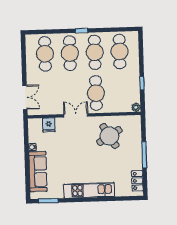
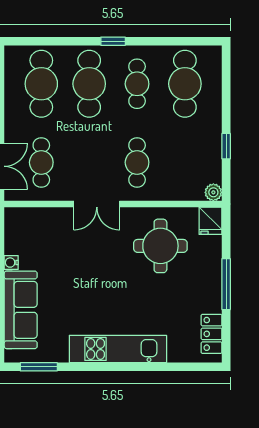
cafe table: (95, 52) -> (137, 84), width x0.73, depth x0.74
cafe table: (96, 93) -> (137, 162), width x0.73, depth x0.74
cafe table: (46, 95) -> (41, 162), added
double door: (76, 115) -> (97, 204), swing flipped
fridge: (49, 125) -> (211, 221), moved
round table: (109, 136) -> (160, 246), turned 31

